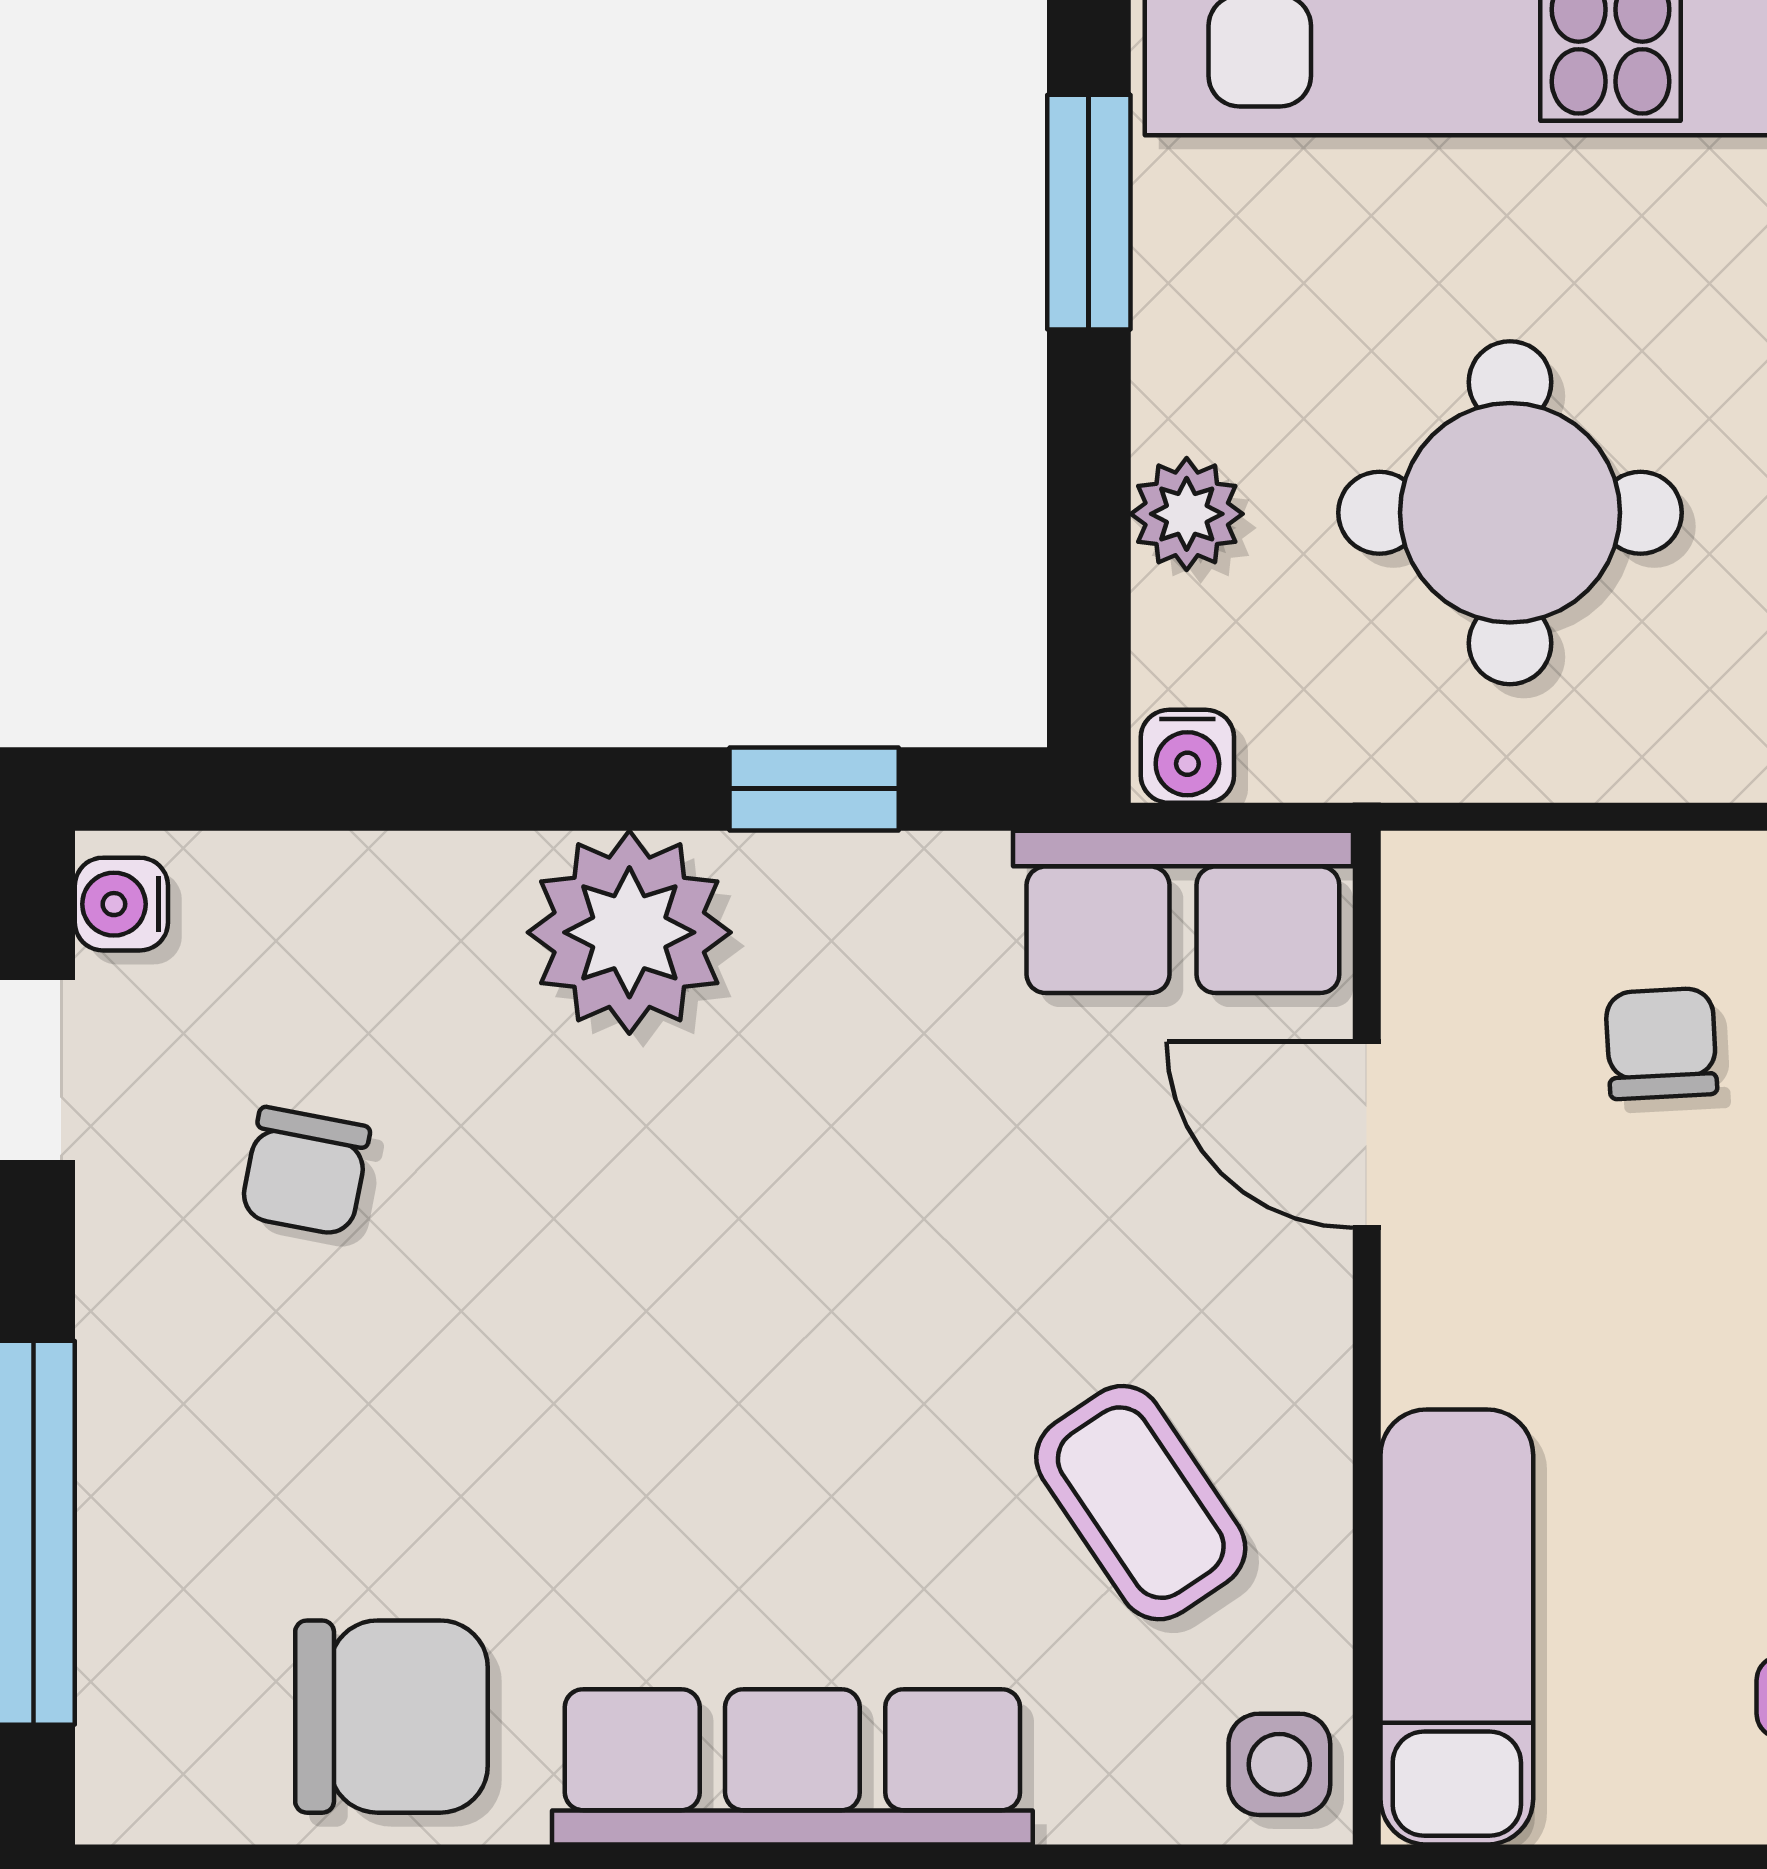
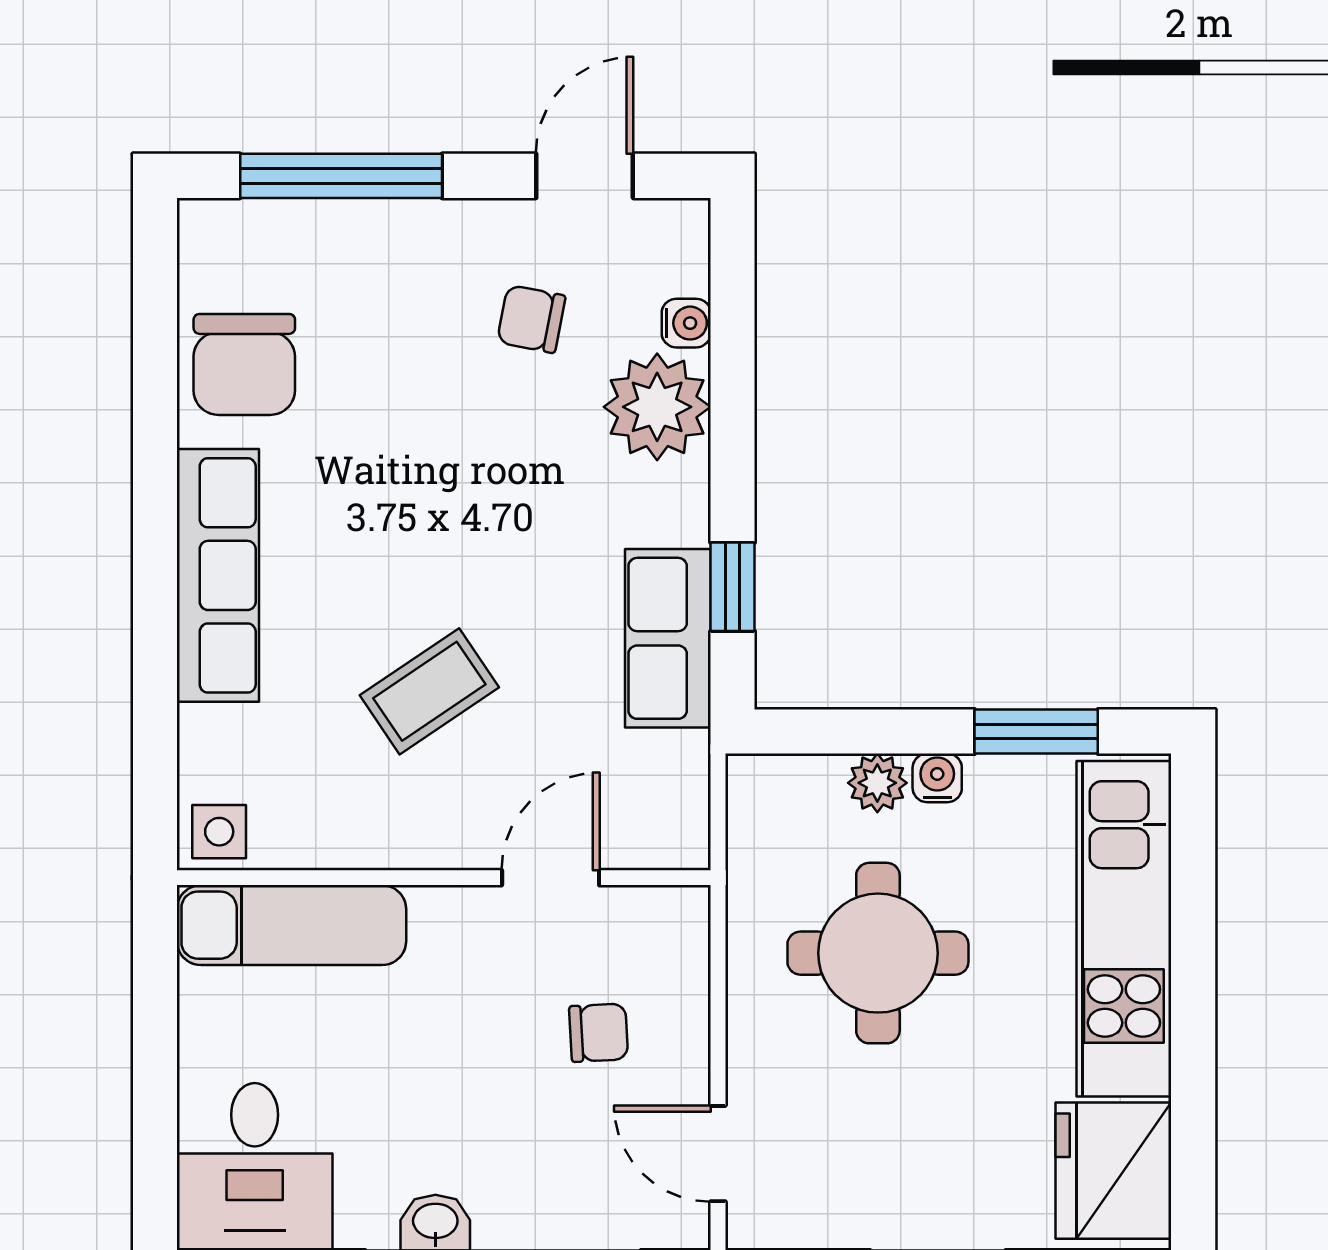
water cooler: (1187, 756) -> (937, 778), moved, turned 90
water cooler: (121, 904) -> (686, 323), moved, turned 90
row of seats: (1183, 912) -> (668, 638), moved
plant: (629, 932) -> (657, 407), moved
coffee table: (1141, 1503) -> (429, 691), moved

